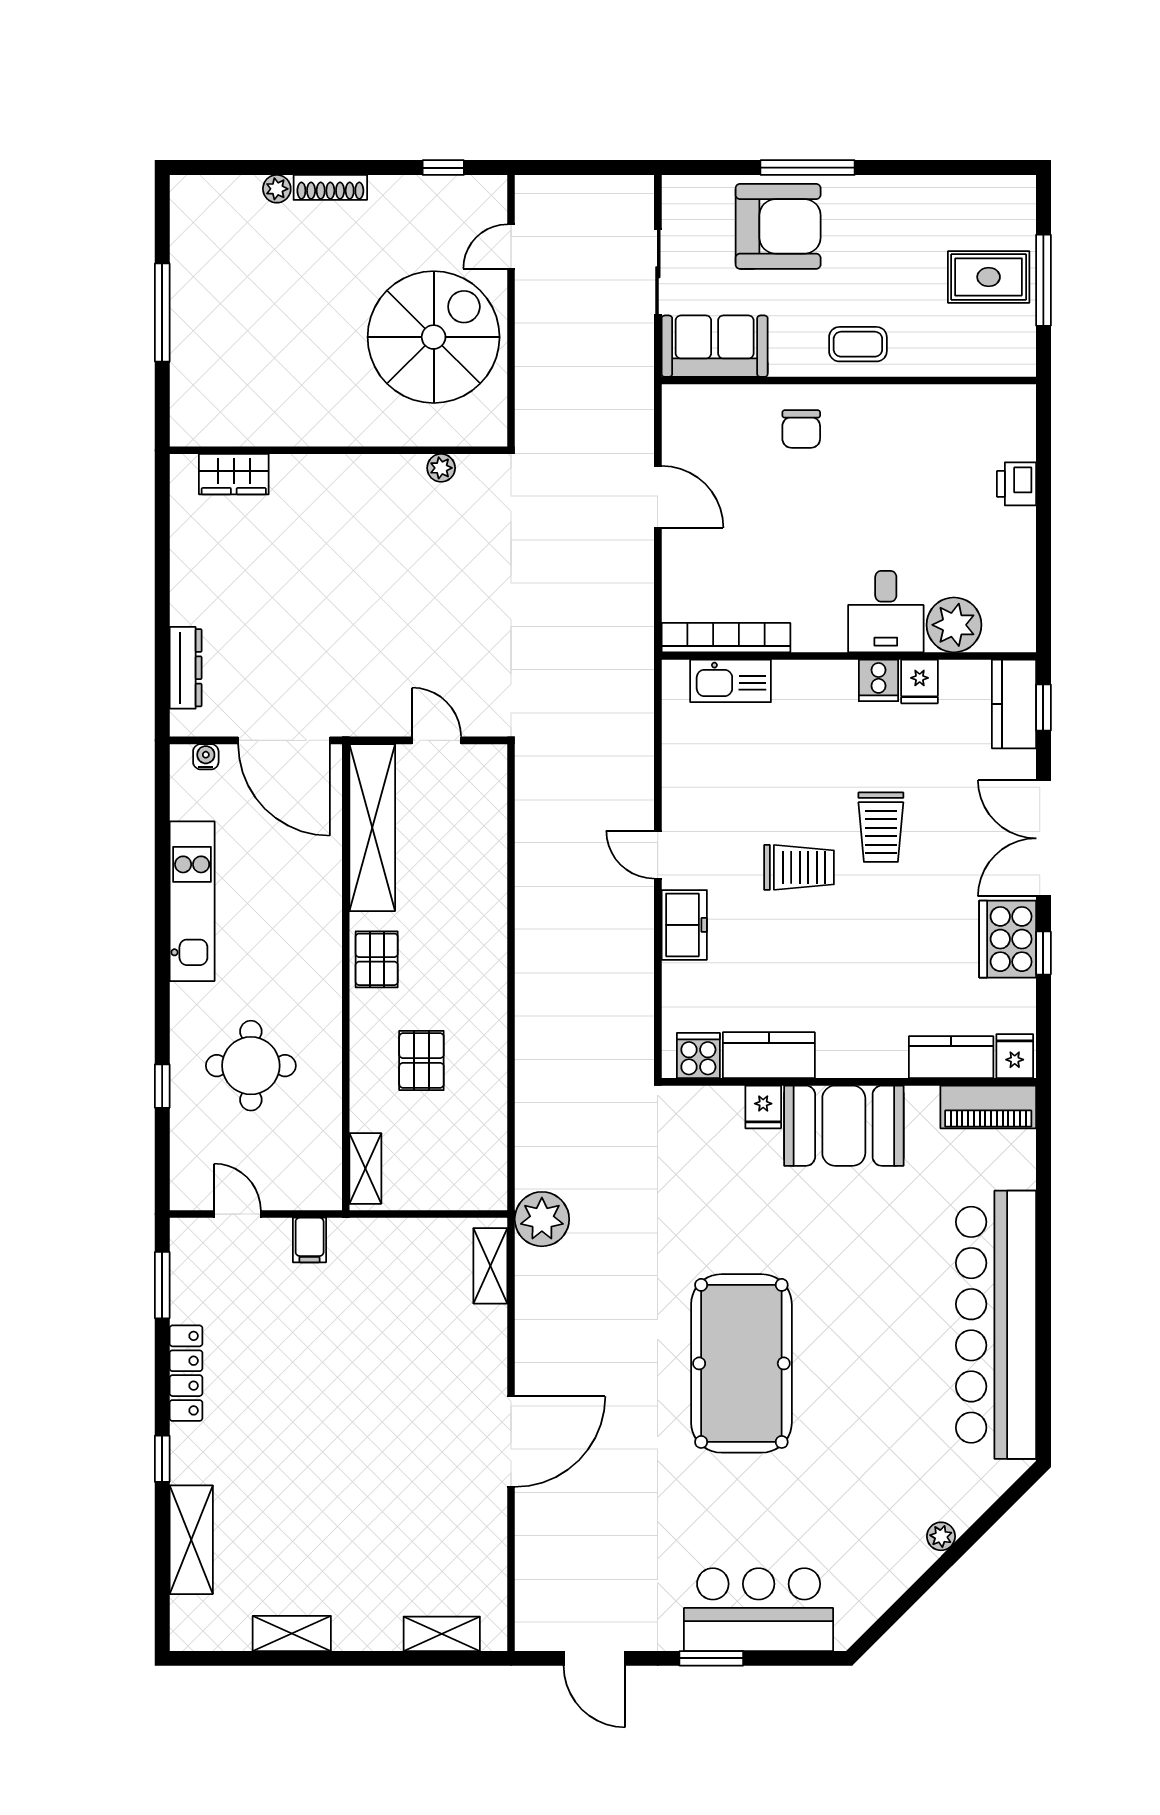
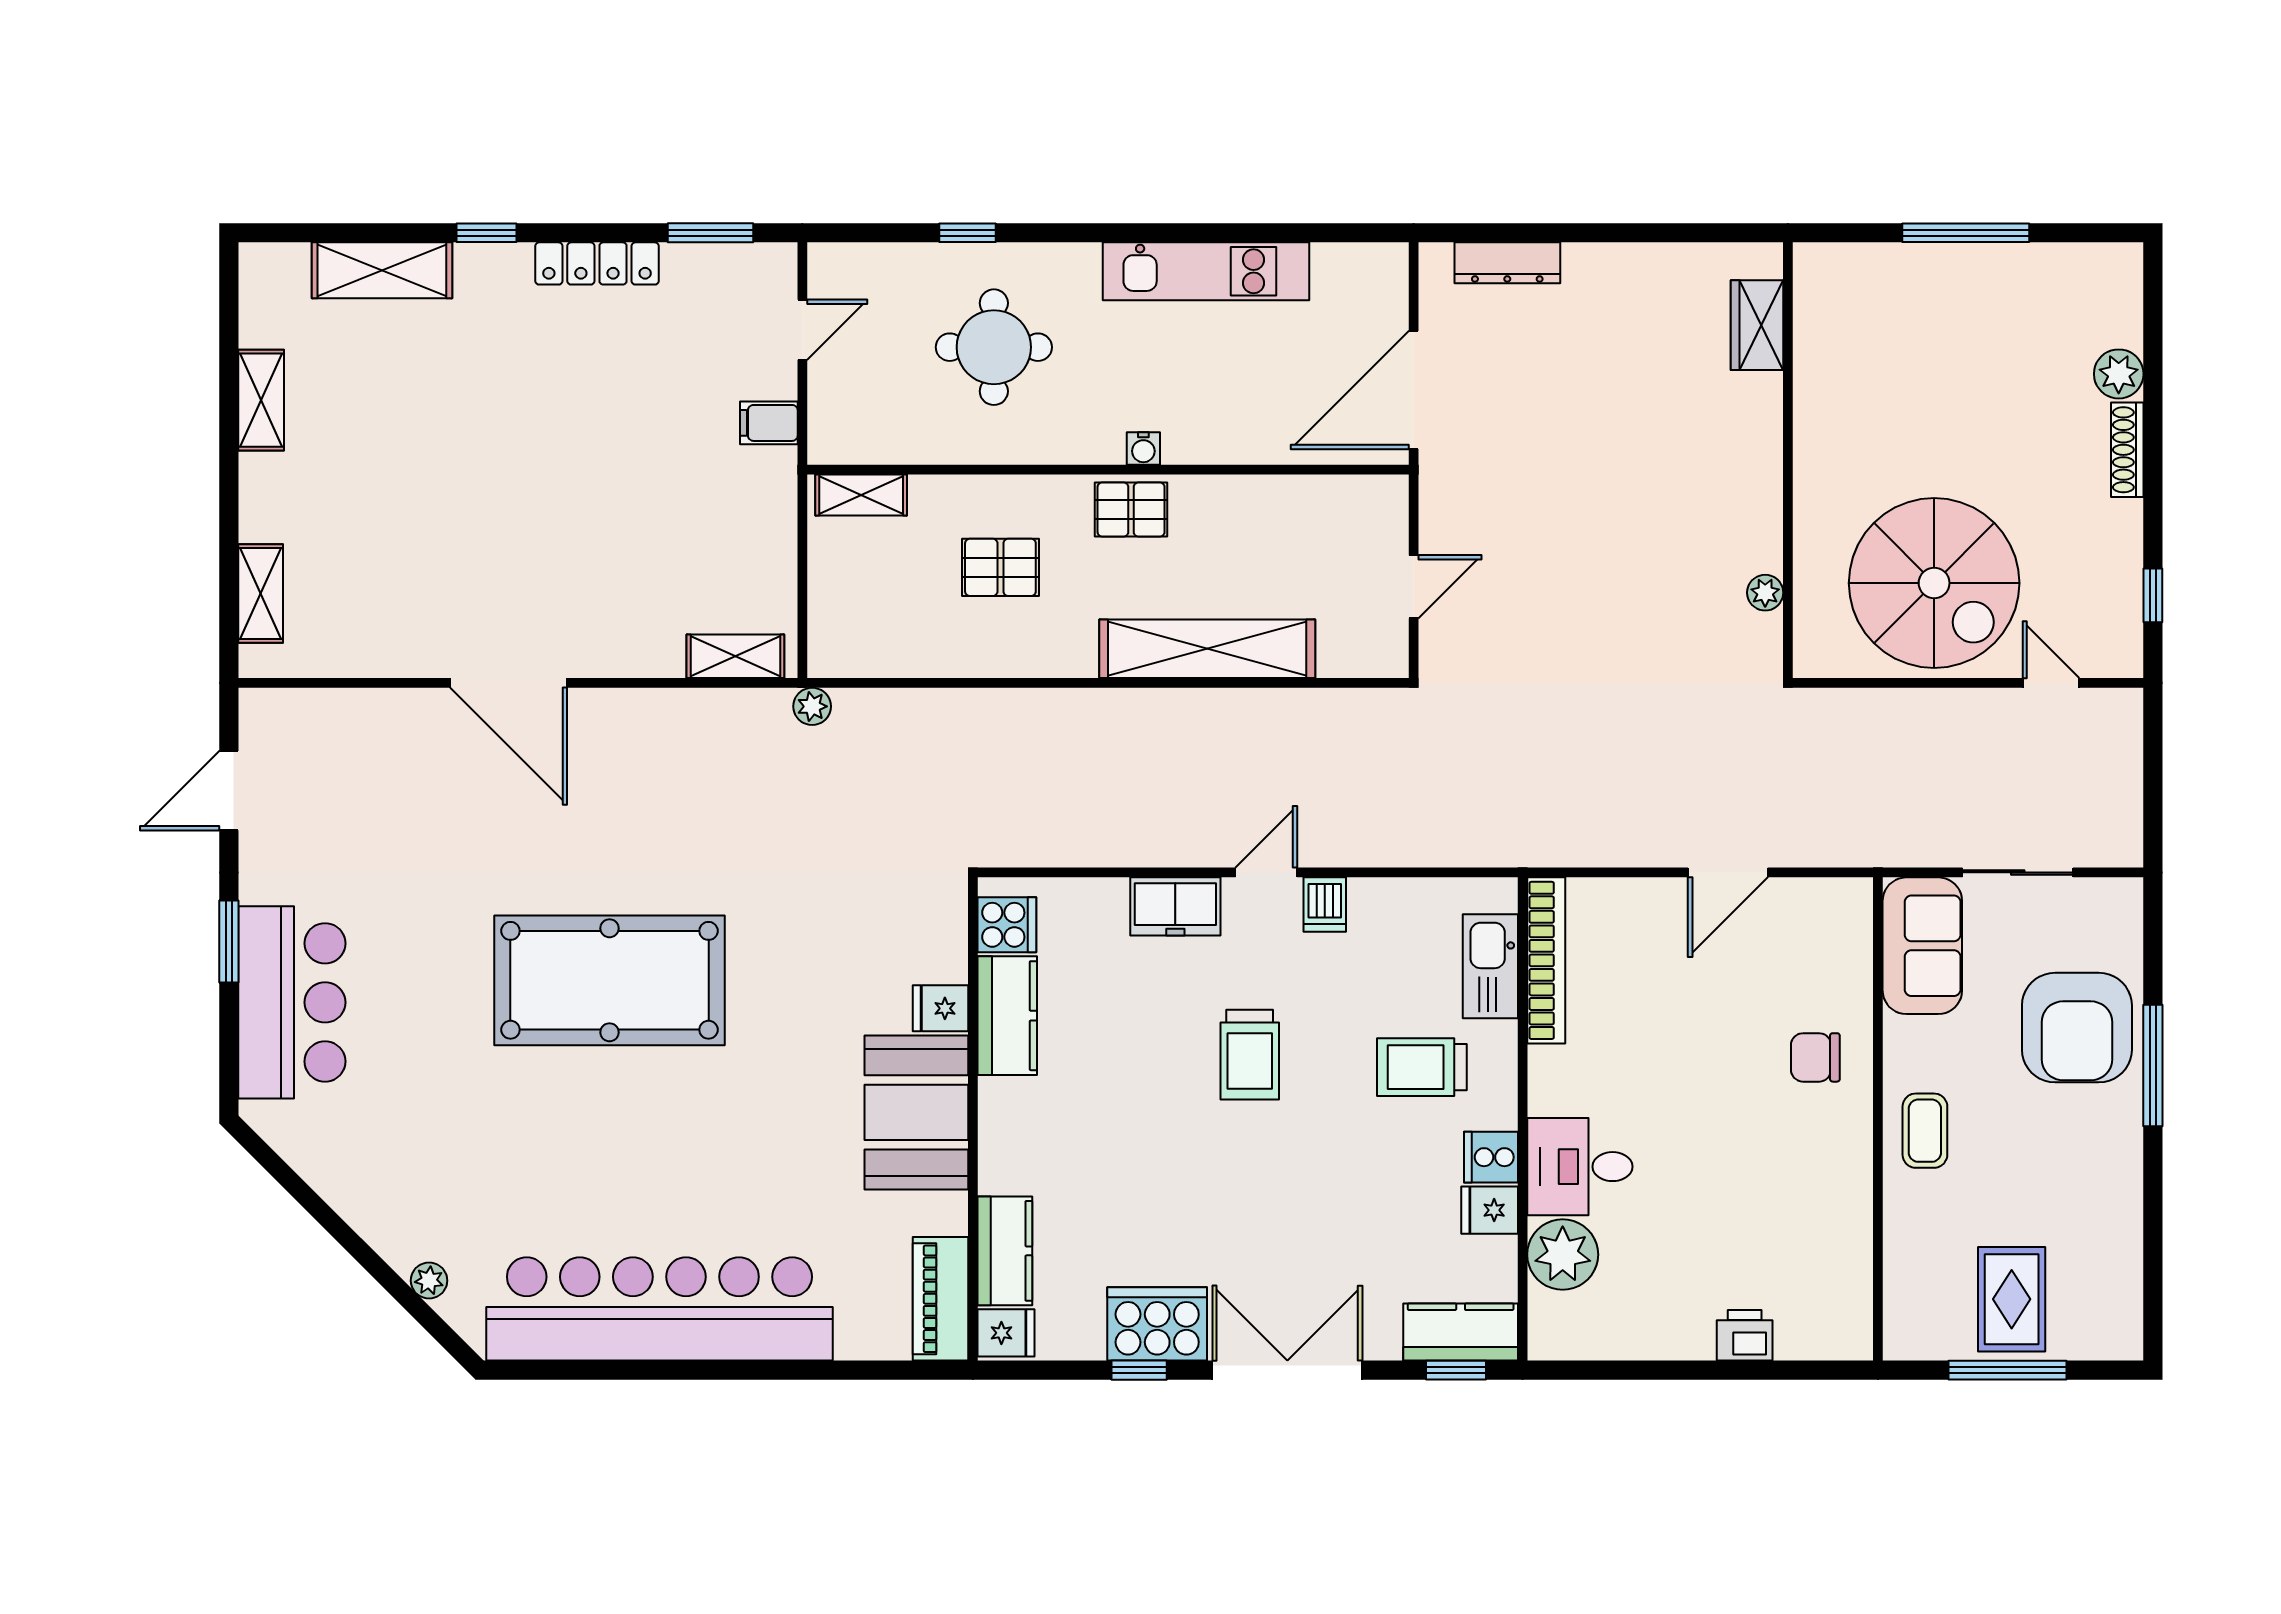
plant: (277, 189) -> (2119, 374), width x1.38, depth x1.38
water cooler: (206, 757) -> (1143, 449), moved, turned 90
dishwasher: (683, 809) -> (1325, 905), added
trolley: (881, 827) -> (1422, 1067), moved
shelving: (372, 828) -> (1207, 649), moved
plant: (542, 1219) -> (812, 706), width x0.53, depth x0.53
plant: (941, 1536) -> (429, 1281), moved

